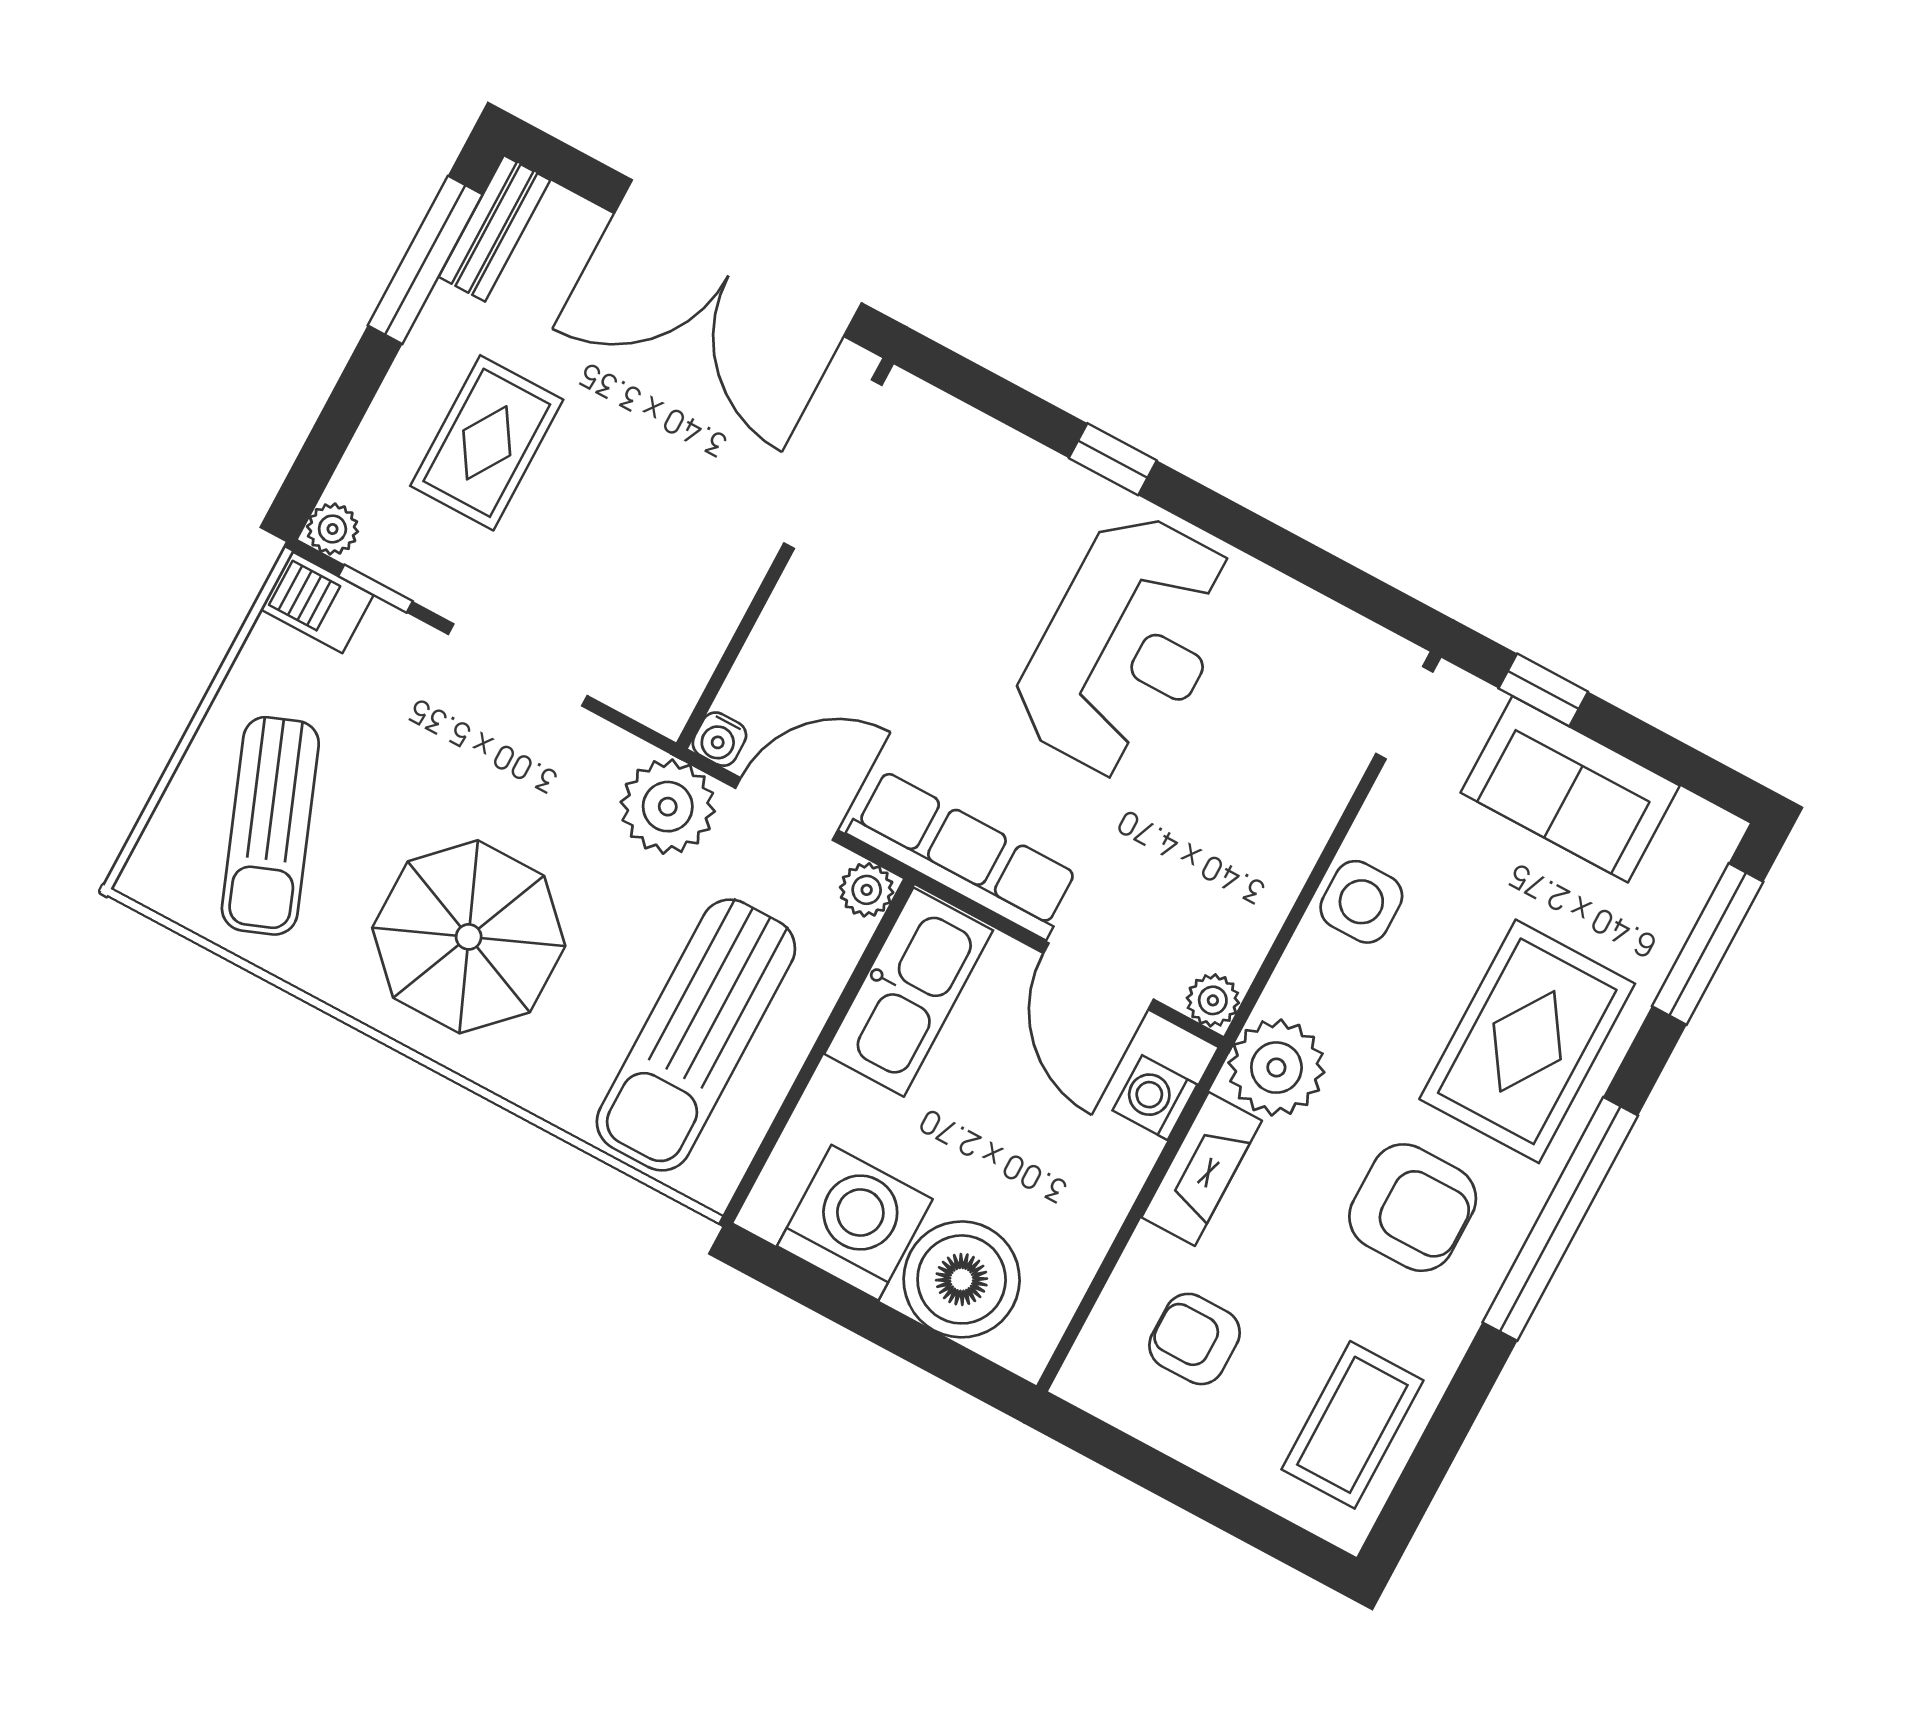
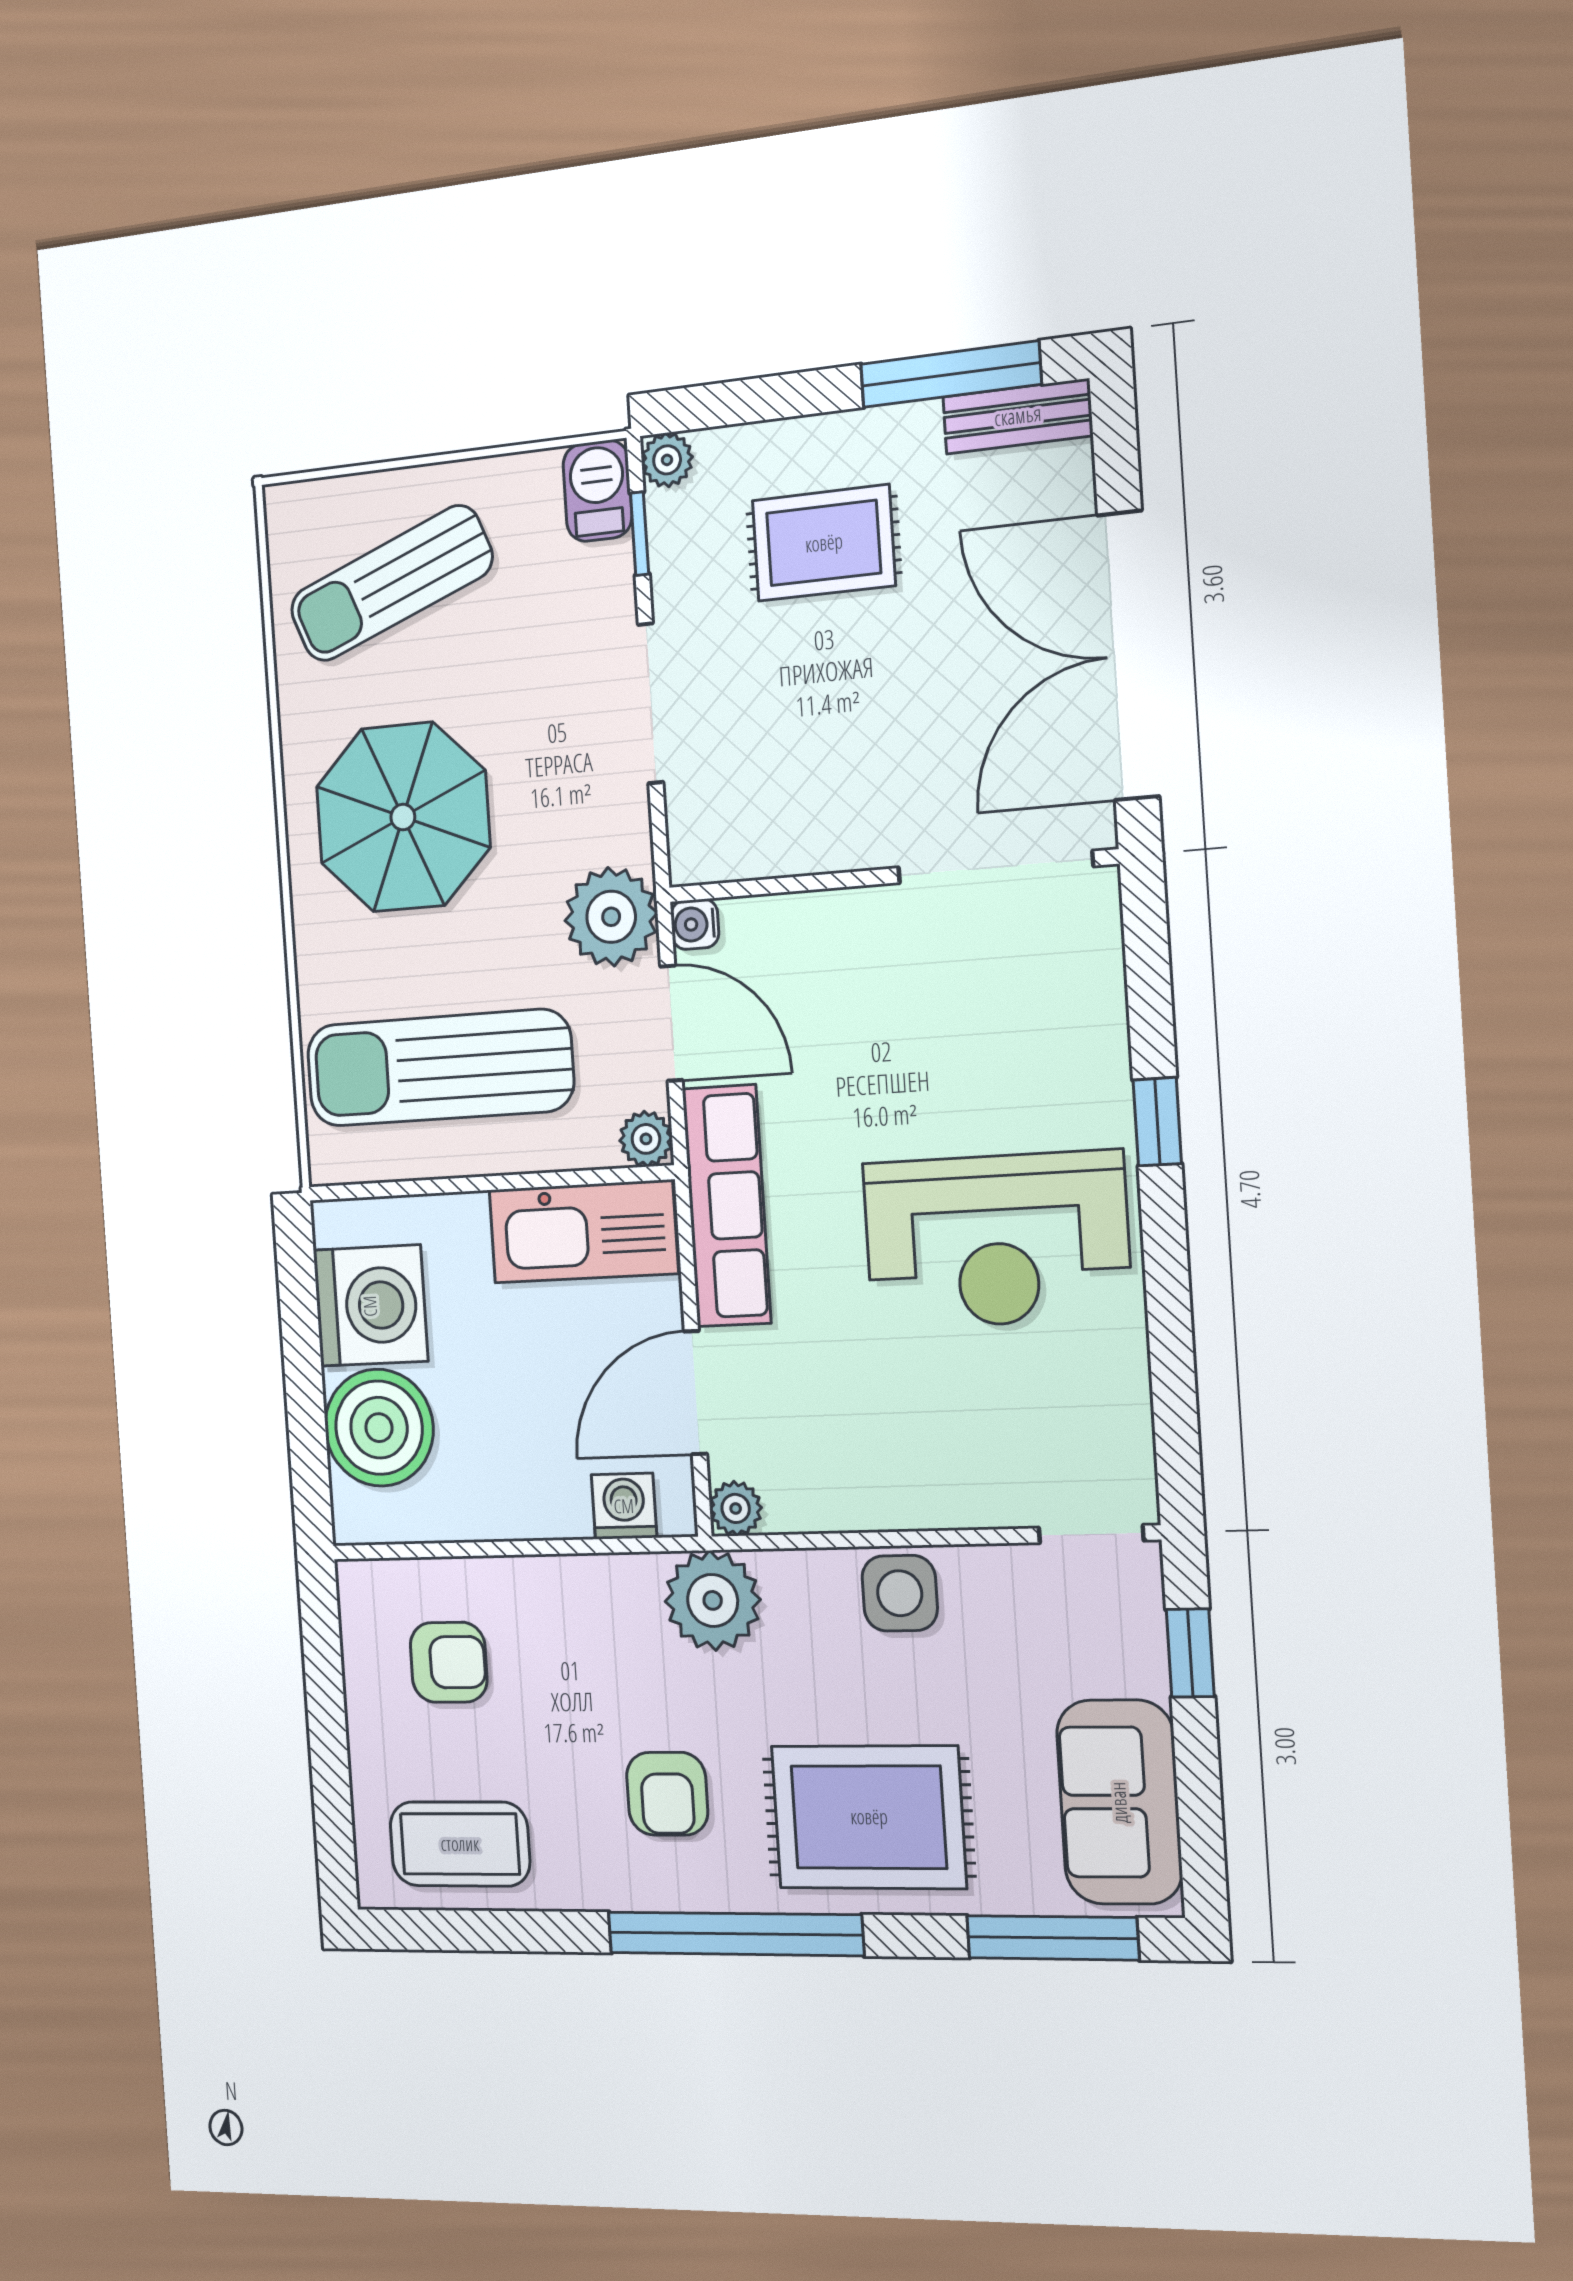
sofa: (1570, 789) -> (1119, 1802), moved
fireplace: (1202, 1169) -> (590, 1584), removed
armchair: (1413, 1208) -> (667, 1794), width x0.72, depth x0.72
armchair: (1195, 1339) -> (449, 1662), turned 90

